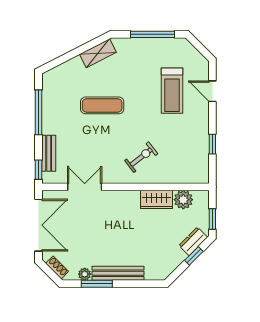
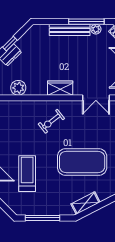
exercise mat: (102, 105) -> (82, 162), width x2.00, depth x1.45
wardrobe: (157, 199) -> (60, 88), moved
window: (97, 284) -> (86, 22), width x1.44

